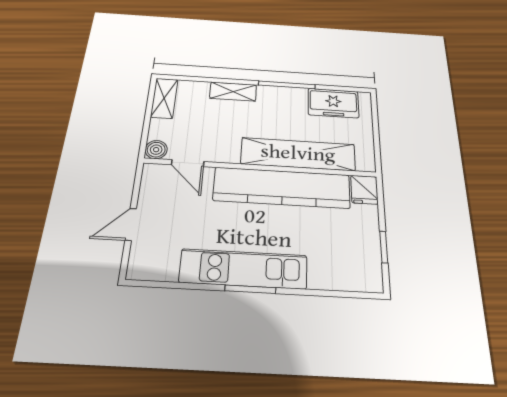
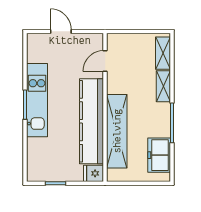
shelving: (164, 98) -> (163, 53), moved, turned 90
boiler: (156, 150) -> (114, 40), removed

